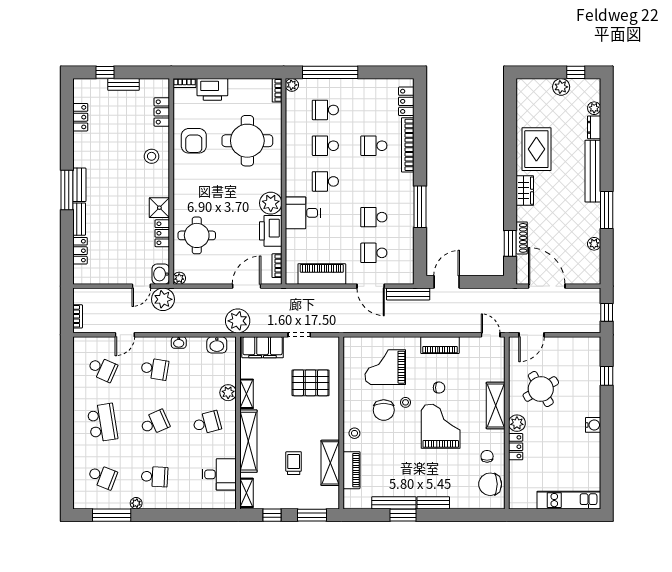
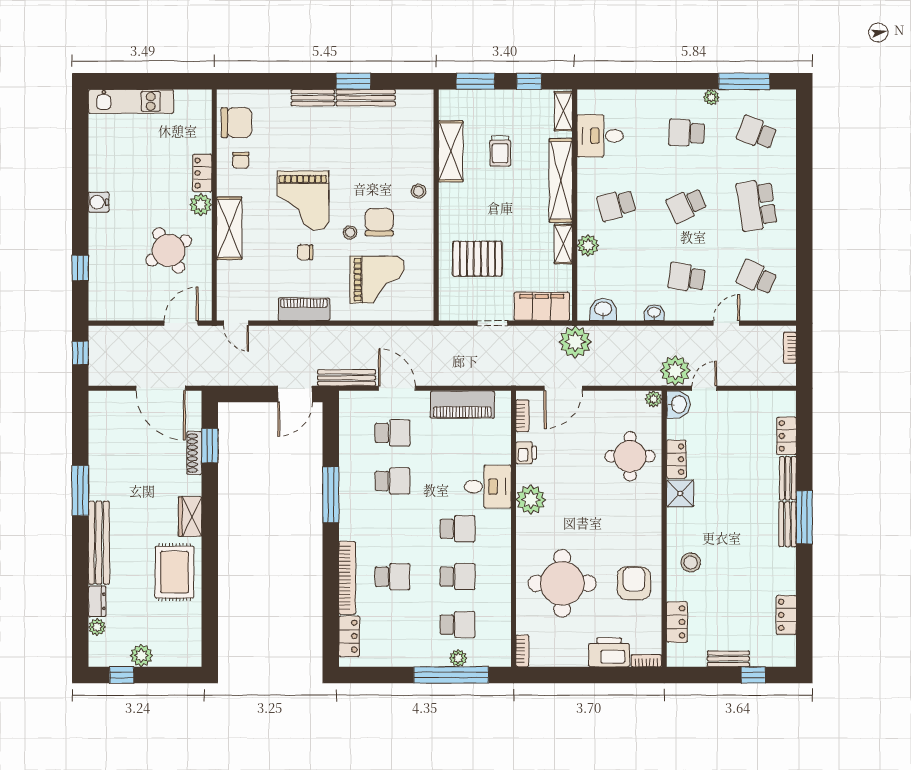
plant: (292, 85) -> (458, 658), moved
printer: (271, 231) -> (526, 453), width x0.53, depth x0.68
plant: (594, 244) -> (97, 445), removed
piano: (351, 470) -> (423, 142), removed

